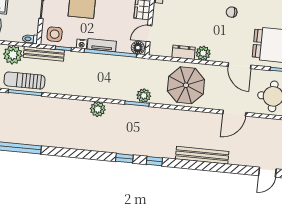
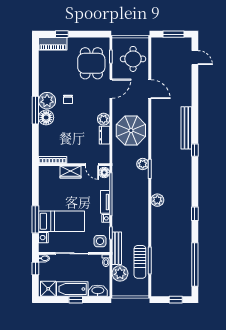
bench: (202, 155) -> (186, 128), moved
window: (124, 158) -> (195, 214), moved

